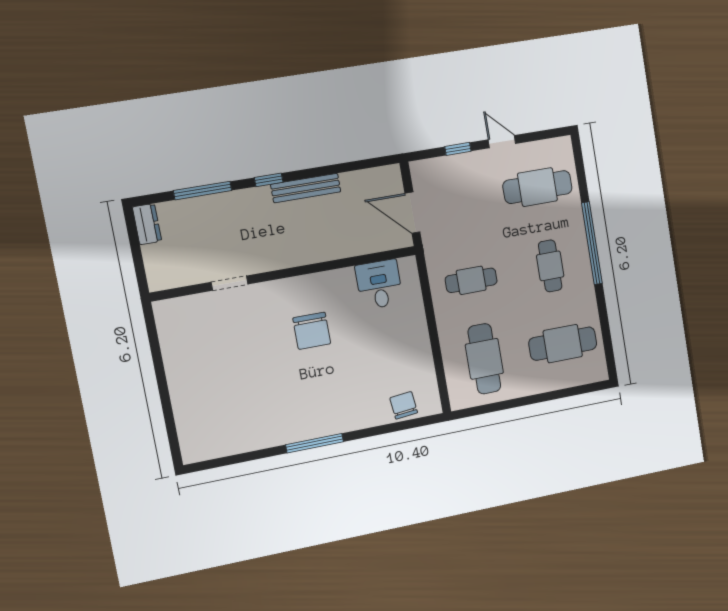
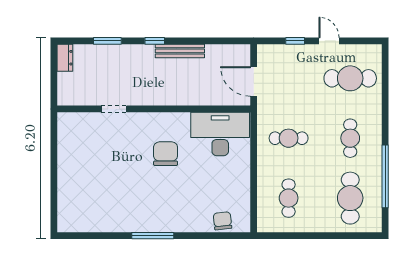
window: (203, 191) -> (107, 41), width x0.69
window: (592, 243) -> (385, 176), moved
desk: (379, 284) -> (220, 134), width x1.87, depth x1.30
chair: (312, 331) -> (166, 154), turned 180
cafe table: (563, 344) -> (350, 198), turned 90
cafe table: (484, 359) -> (289, 198), width x0.73, depth x0.74

